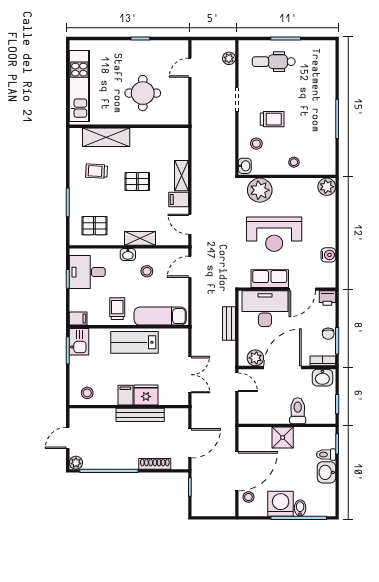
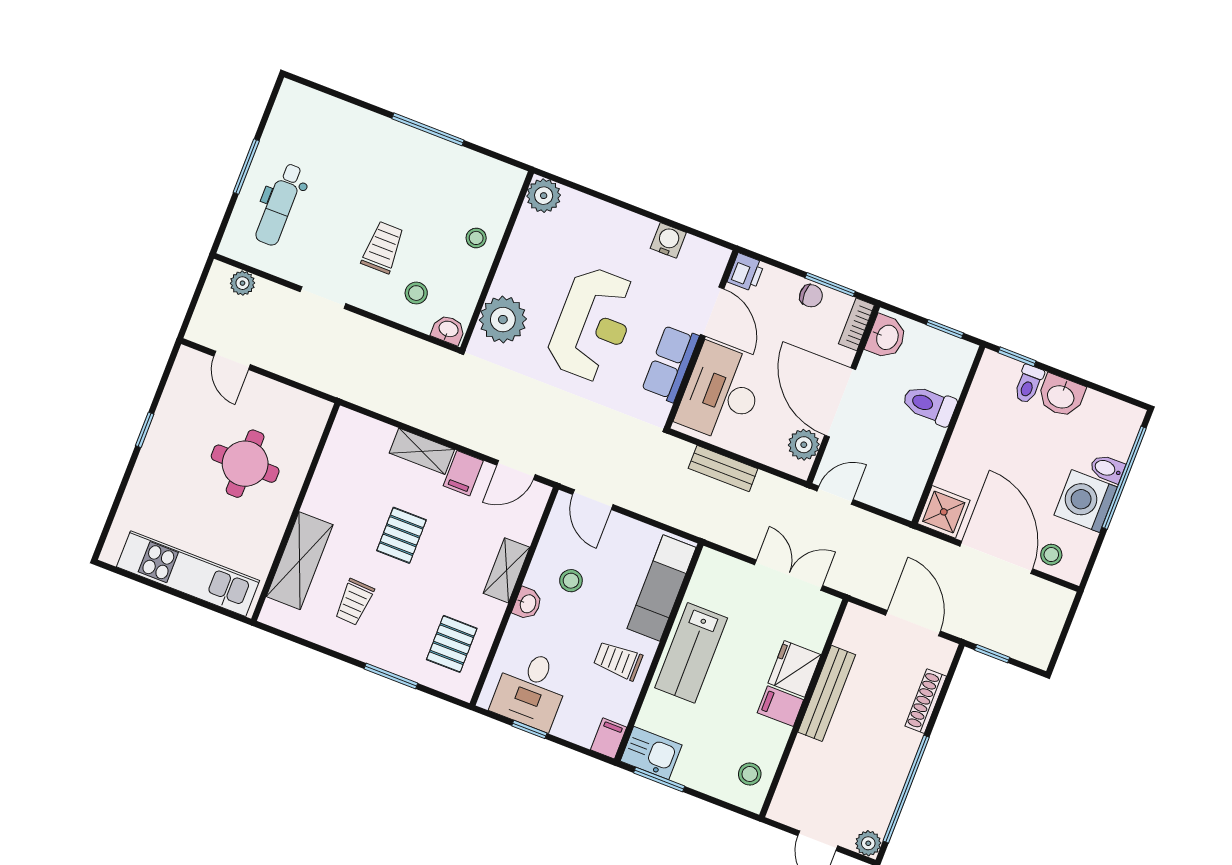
shower: (283, 438) -> (944, 512), moved

